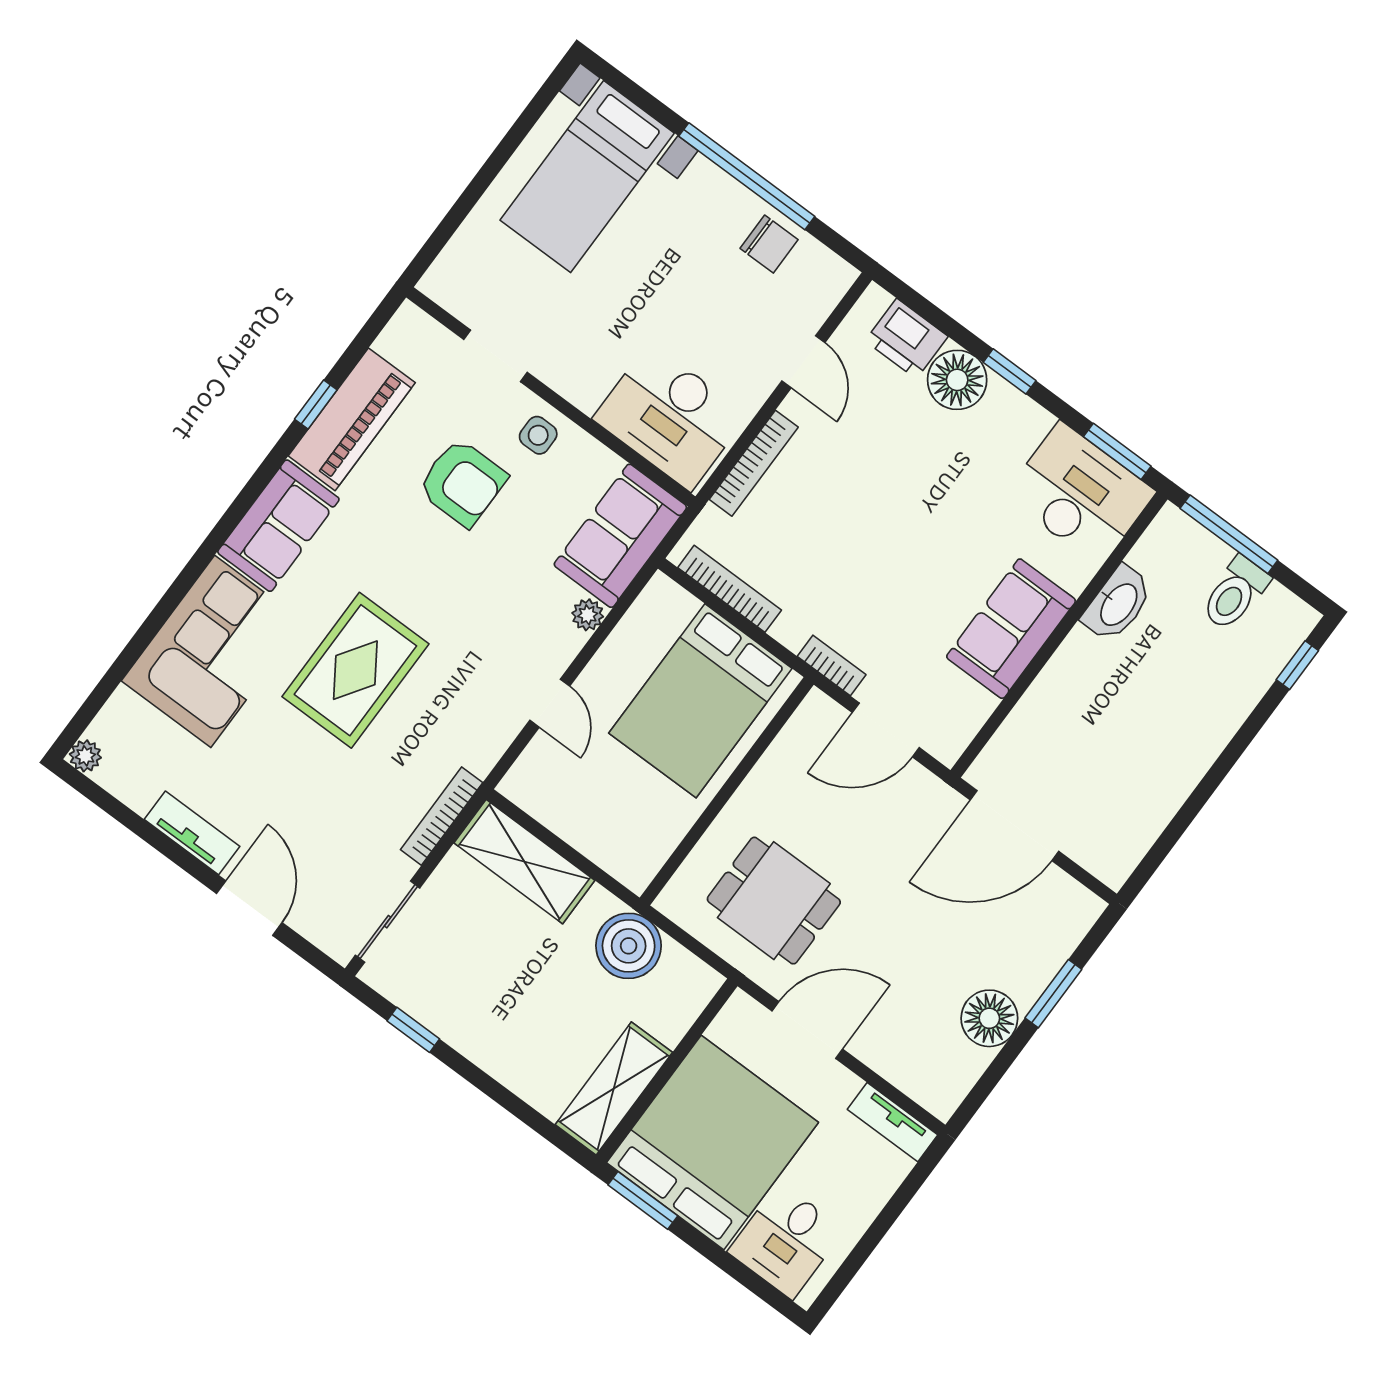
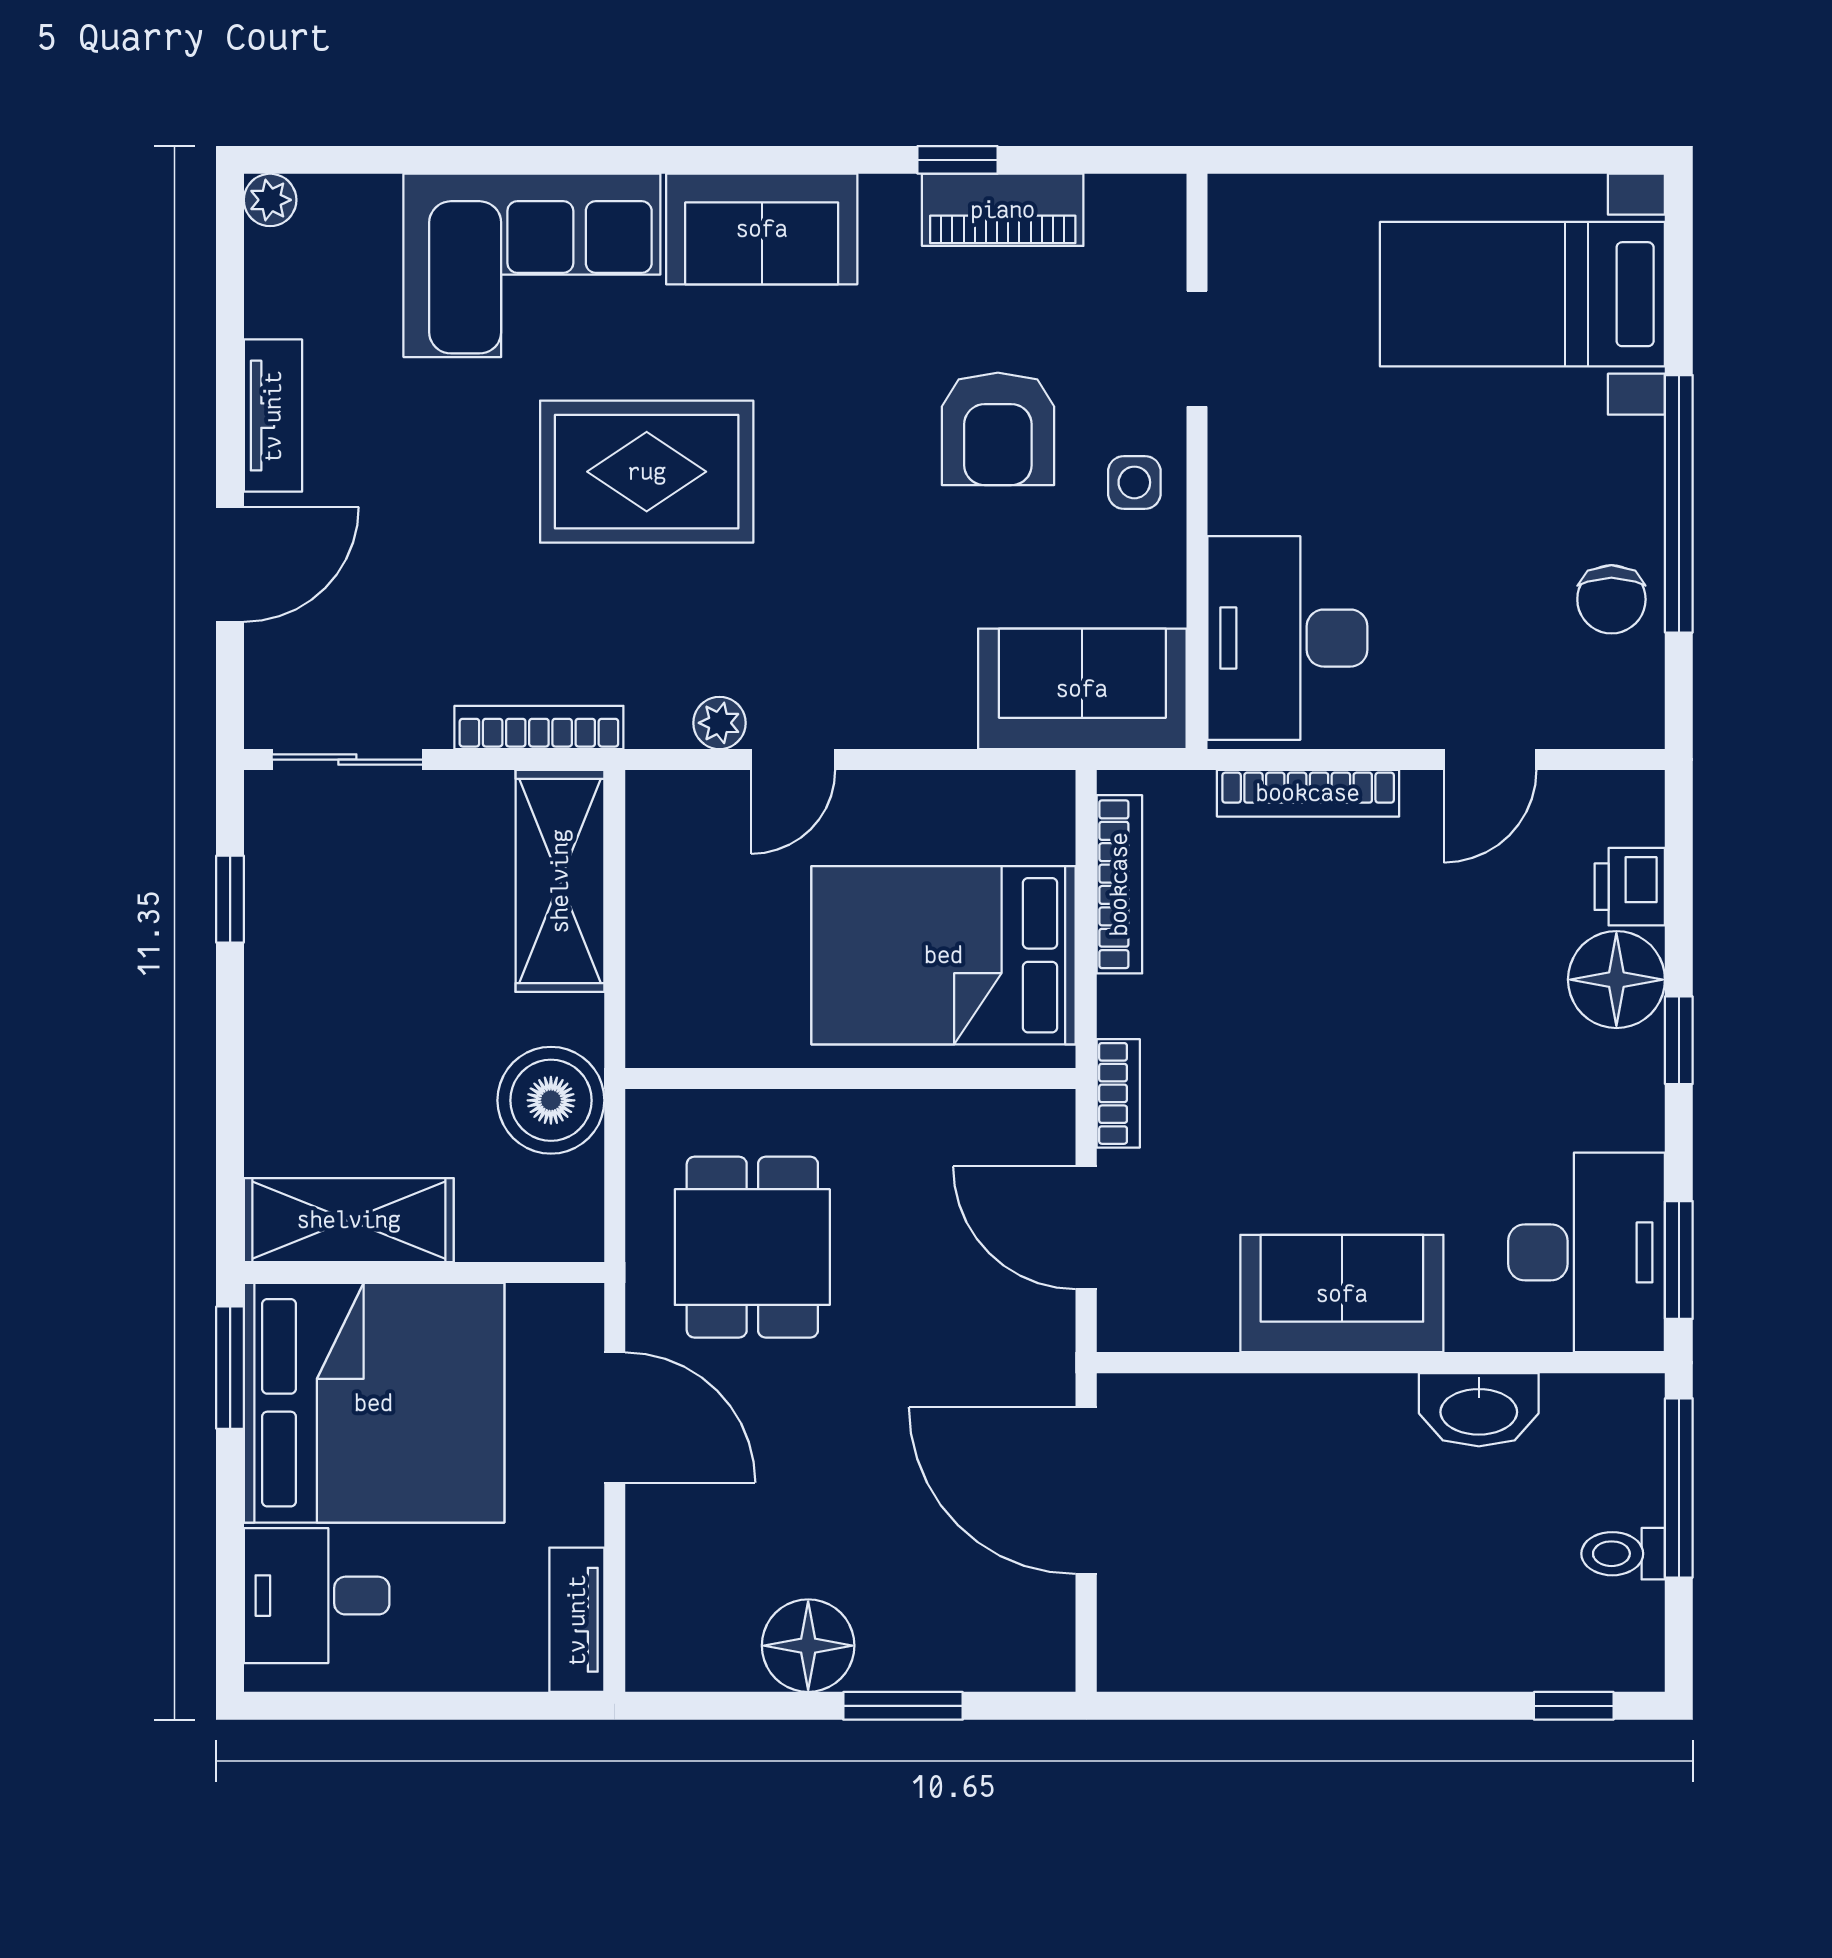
printer: (907, 339) -> (1630, 887), width x0.73, depth x0.81
piano: (352, 419) -> (1003, 210), width x0.73, depth x0.75
toilet: (1235, 593) -> (1623, 1554), width x0.73, depth x0.72
plant: (588, 615) -> (719, 723), moved

